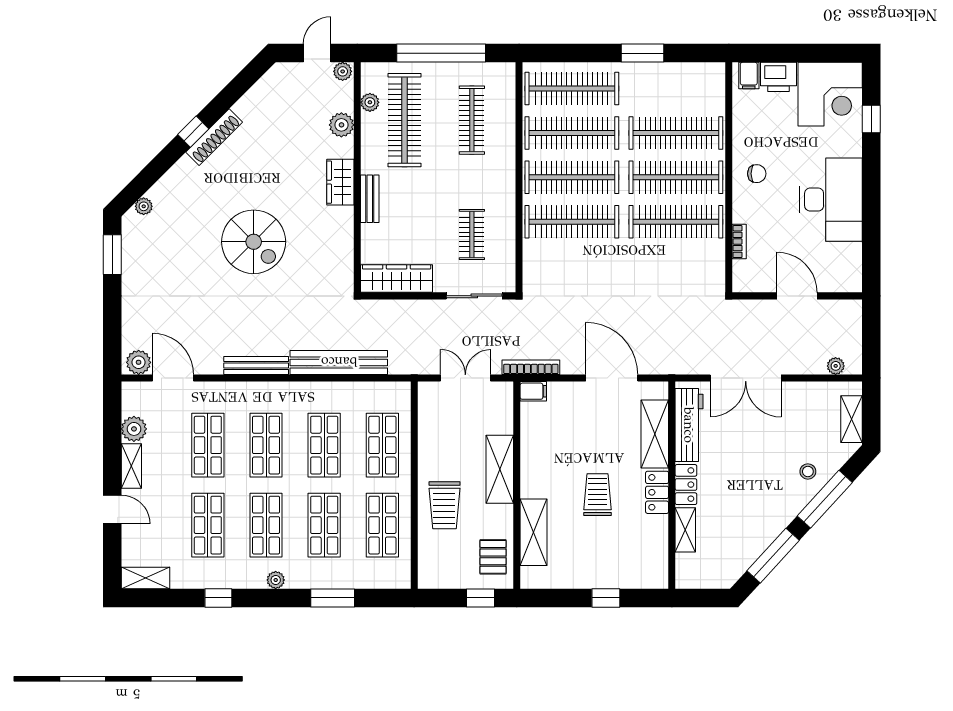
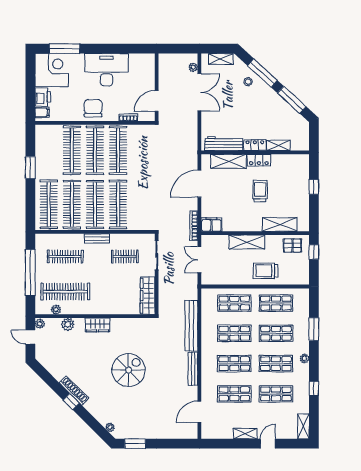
window: (871, 119) -> (65, 49), width x2.17
chair: (757, 174) -> (93, 108), width x1.87, depth x1.87
bench: (370, 199) -> (97, 238), moved
door: (797, 296) -> (157, 101), moved
plant: (139, 362) -> (191, 430), removed
double door: (746, 378) -> (199, 92), moved
filing cabinet: (533, 391) -> (211, 225), width x2.00
plant: (134, 429) -> (226, 432), removed
trolley: (598, 495) -> (260, 191), turned 90
trolley: (444, 505) -> (266, 271), turned 180

